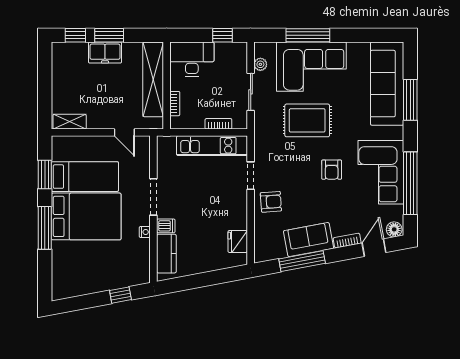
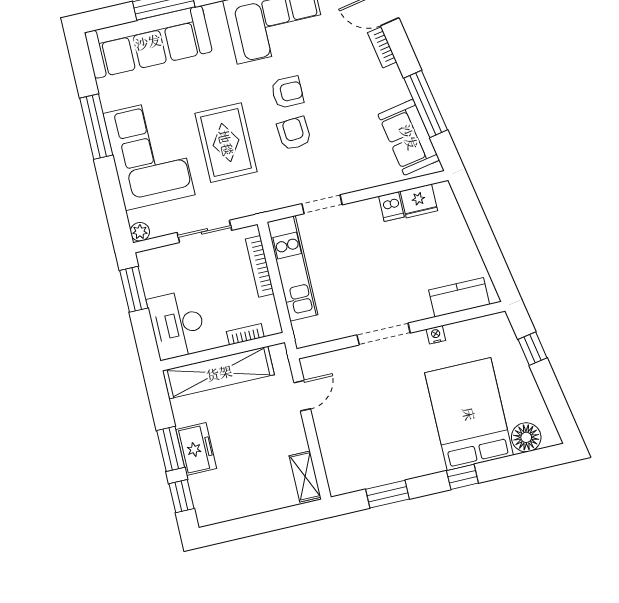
window: (223, 35) -> (134, 289), width x1.50
window: (308, 35) -> (96, 127), moved
plant: (260, 64) -> (140, 232), moved
bookcase: (218, 124) -> (260, 266), width x1.56
bed: (85, 177) -> (377, 437), removed
armchair: (271, 202) -> (294, 133), moved
bed: (86, 216) -> (469, 414), moved
dishwasher: (166, 226) -> (391, 207), moved, turned 180
window: (45, 228) -> (462, 477), width x0.46
sofa: (309, 240) -> (409, 137), moved
floor lamp: (62, 277) -> (526, 437), added

